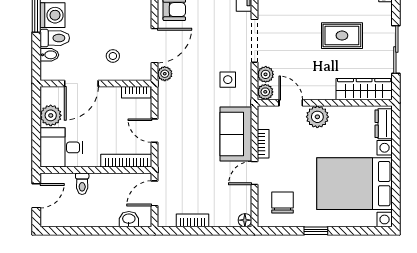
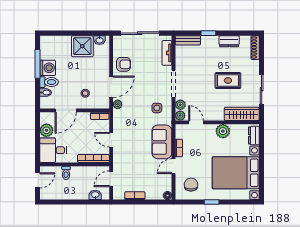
plant: (317, 117) -> (223, 131), moved

